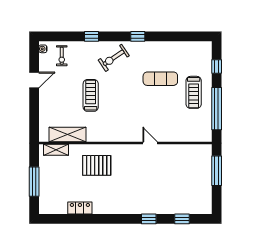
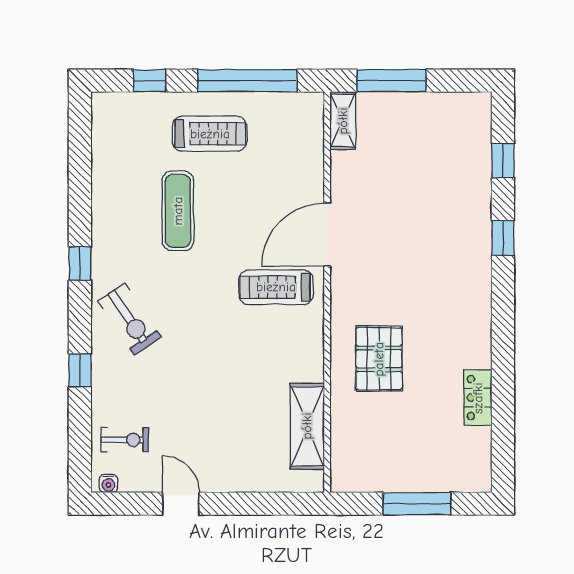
treadmill: (91, 95) -> (276, 287), moved
door: (150, 143) -> (327, 235), width x1.87
shelving: (56, 150) -> (343, 121), moved

